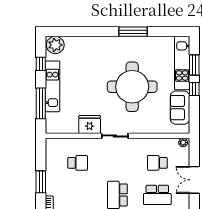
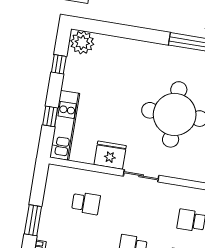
kitchen unit: (52, 86) -> (65, 125), moved
window: (41, 103) -> (50, 116), width x0.46

